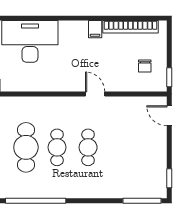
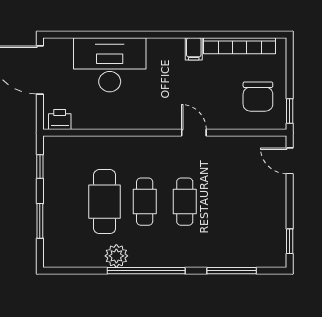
chair: (145, 66) -> (258, 97), width x1.87, depth x1.87
plant: (35, 189) -> (116, 256), added
window: (36, 201) -> (146, 271), moved
window: (142, 201) -> (232, 271), moved

